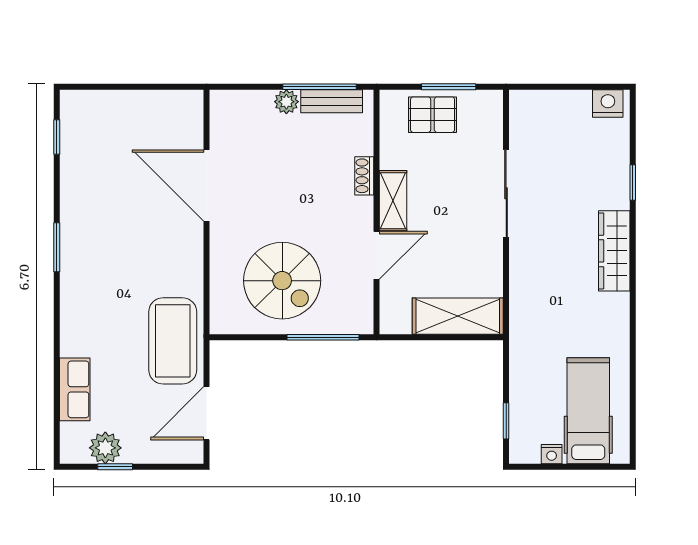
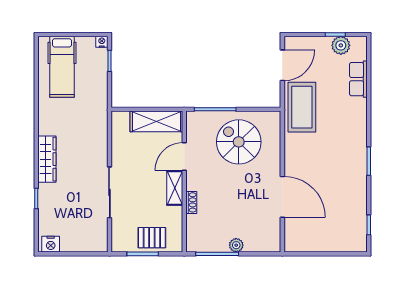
bench: (332, 101) -> (210, 245), removed
shelving: (458, 316) -> (156, 121), moved
nightstand: (552, 454) -> (102, 42), moved

